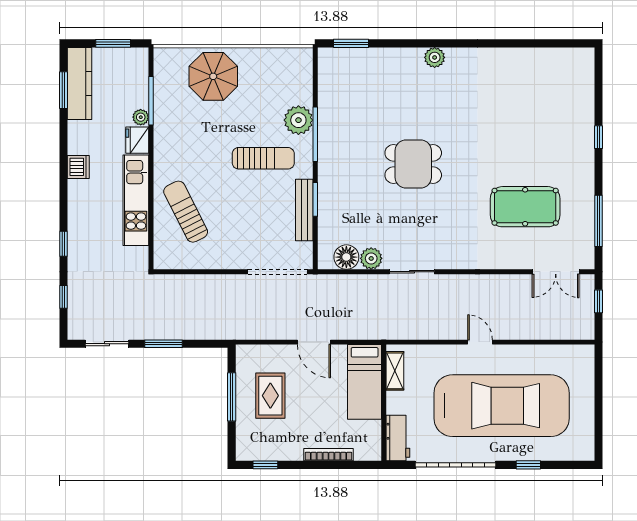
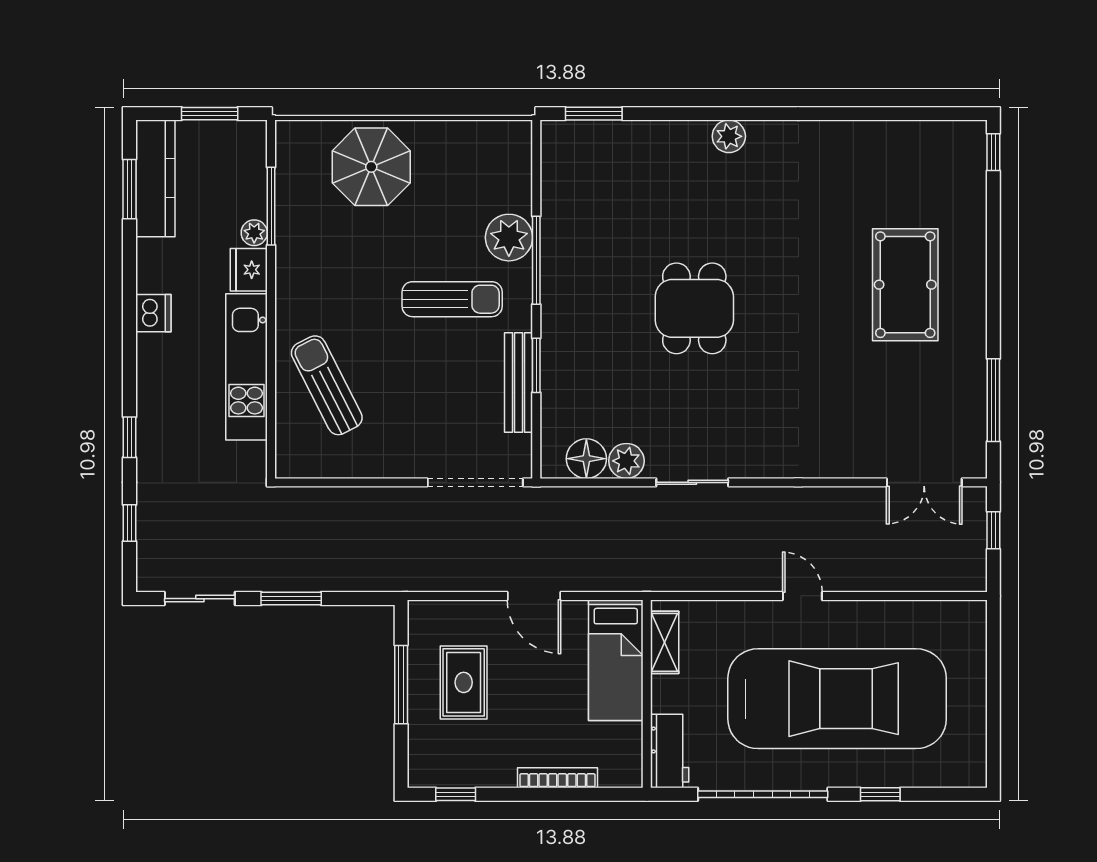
window: (598, 137) -> (993, 152), moved
dining table: (413, 164) -> (694, 308), turned 90
pool table: (525, 207) -> (905, 285), moved, turned 90

